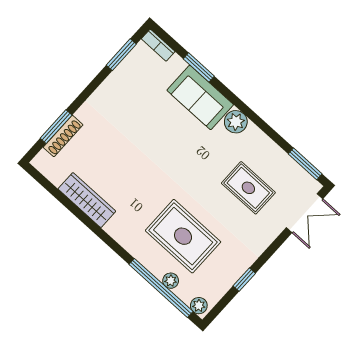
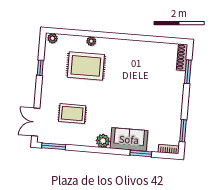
shoe rack: (63, 136) -> (182, 57), moved
wardrobe: (87, 200) -> (146, 48), removed
plant: (171, 281) -> (91, 41), moved
window: (161, 288) -> (77, 33), removed

